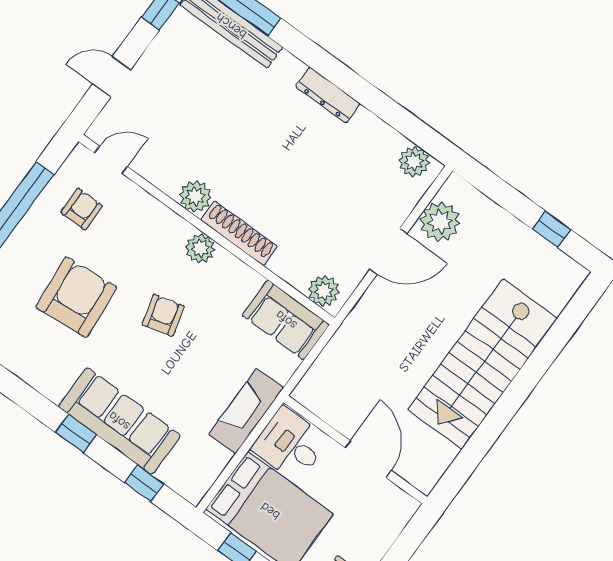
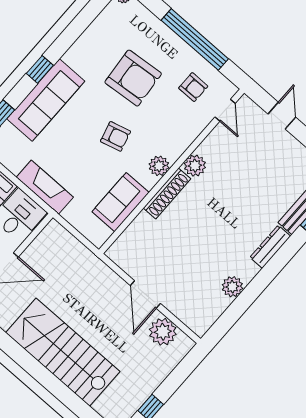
dresser: (328, 95) -> (270, 247), moved
plant: (414, 162) -> (232, 287), moved
plant: (324, 291) -> (123, 248), removed
sofa: (286, 320) -> (121, 202), moved

